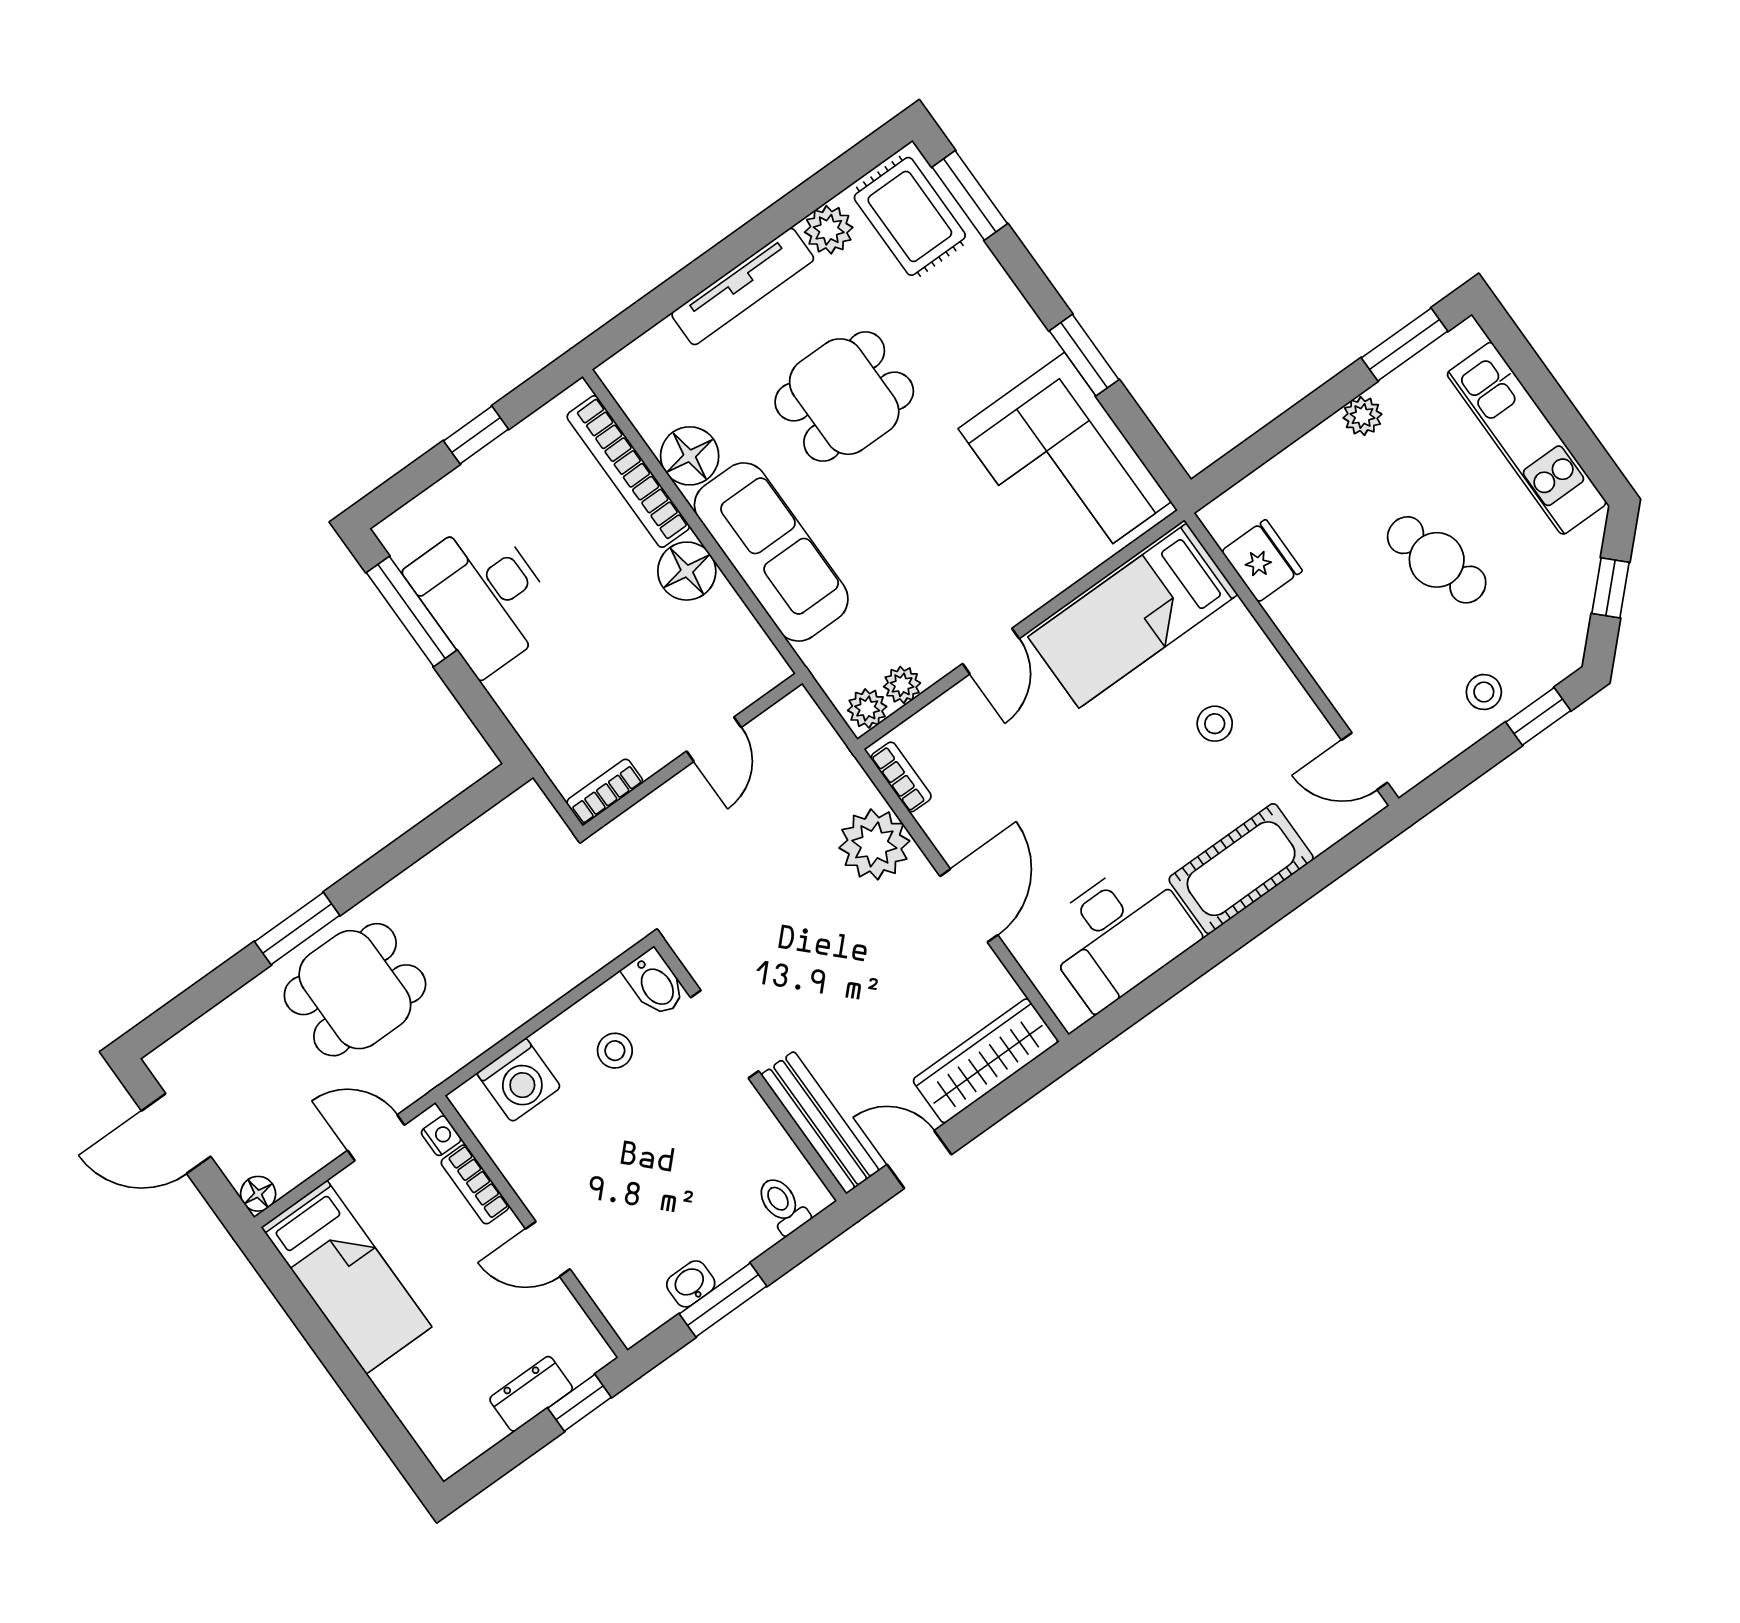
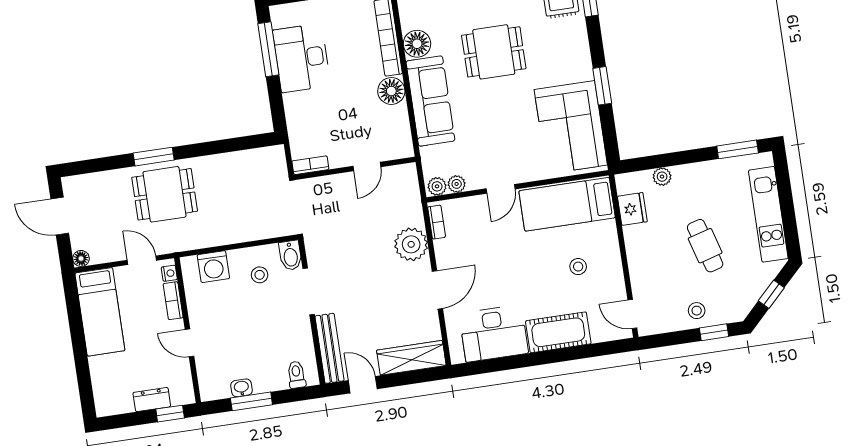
plant: (1362, 416) -> (662, 177), moved

